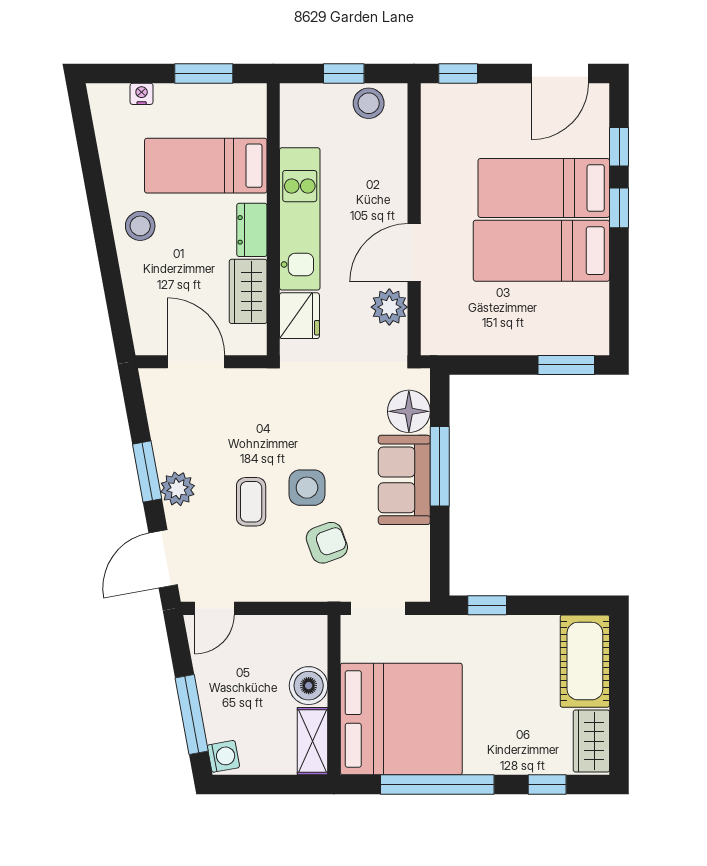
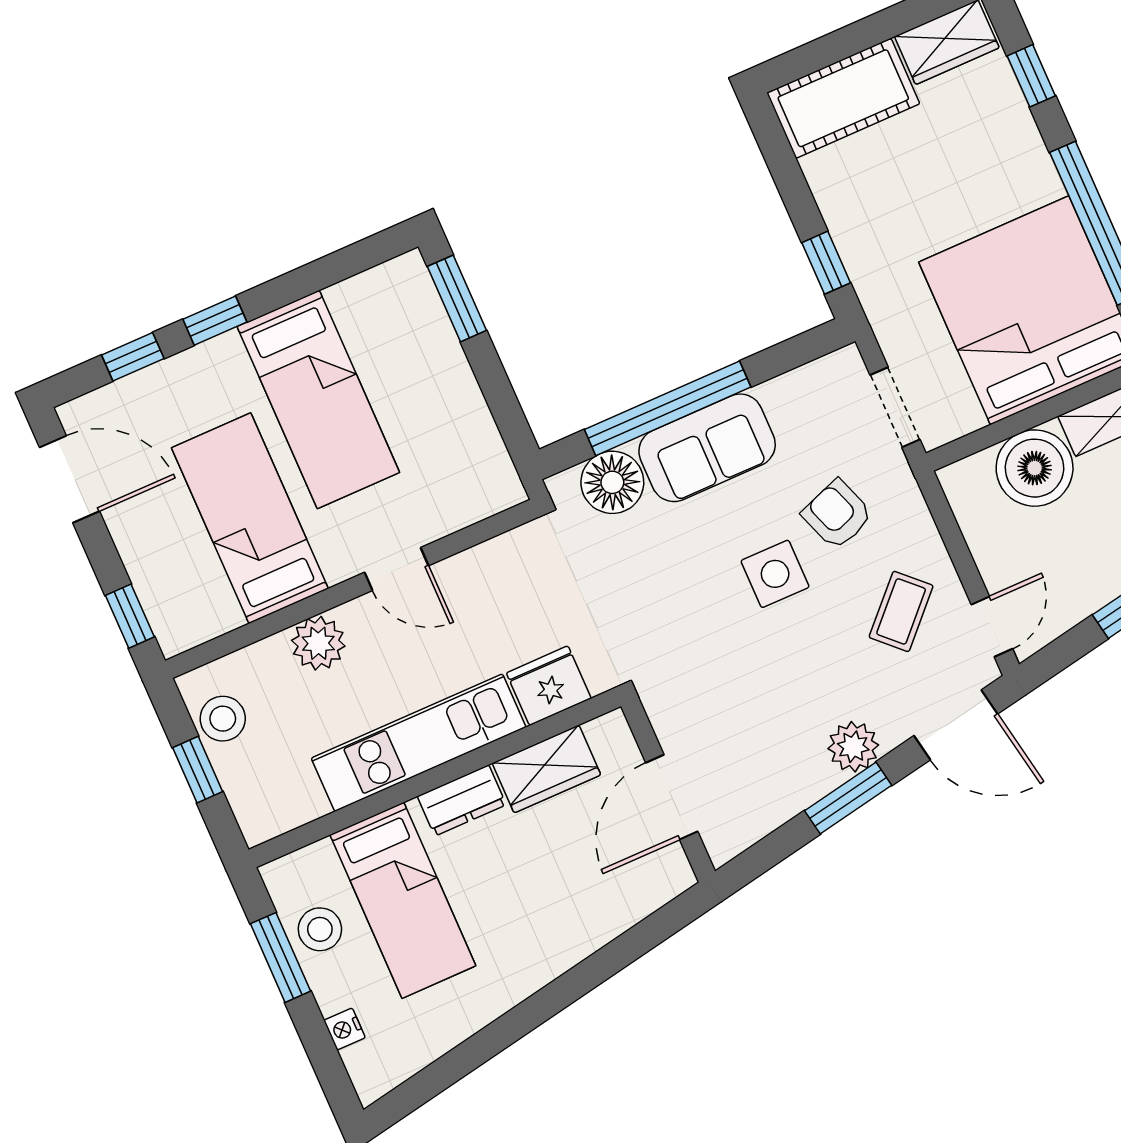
bed: (544, 188) -> (250, 518), moved, turned 180
stool: (140, 226) -> (320, 929), moved
door: (414, 253) -> (396, 569), width x0.73
plant: (389, 307) -> (318, 643), moved
window: (440, 466) -> (668, 408), width x1.46
coffee table: (251, 502) -> (901, 611), moved, turned -46
door: (214, 608) -> (992, 627), hinge flipped
boiler: (309, 686) -> (1035, 468), width x1.37, depth x1.37

